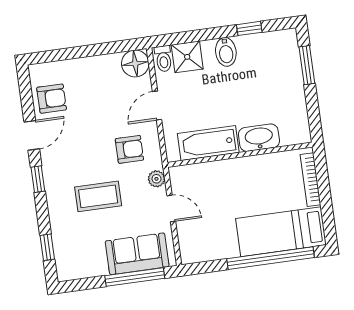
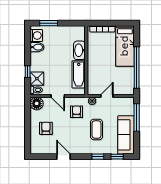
window: (249, 28) -> (28, 72), moved
washing machine: (277, 43) -> (36, 35), added
bidet: (226, 52) -> (37, 47), moved
armchair: (52, 99) -> (46, 128), moved
window: (38, 179) -> (98, 157), moved
sofa: (137, 254) -> (126, 135), moved, width x1.36
window: (271, 258) -> (137, 67), moved

